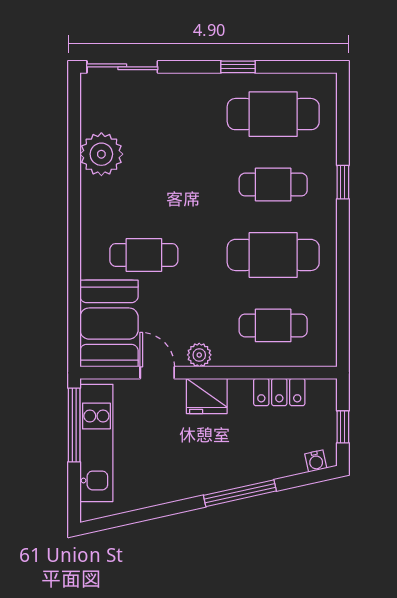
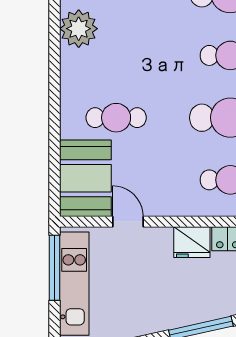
plant: (199, 355) -> (165, 206), removed
fridge: (207, 396) -> (192, 242), moved

